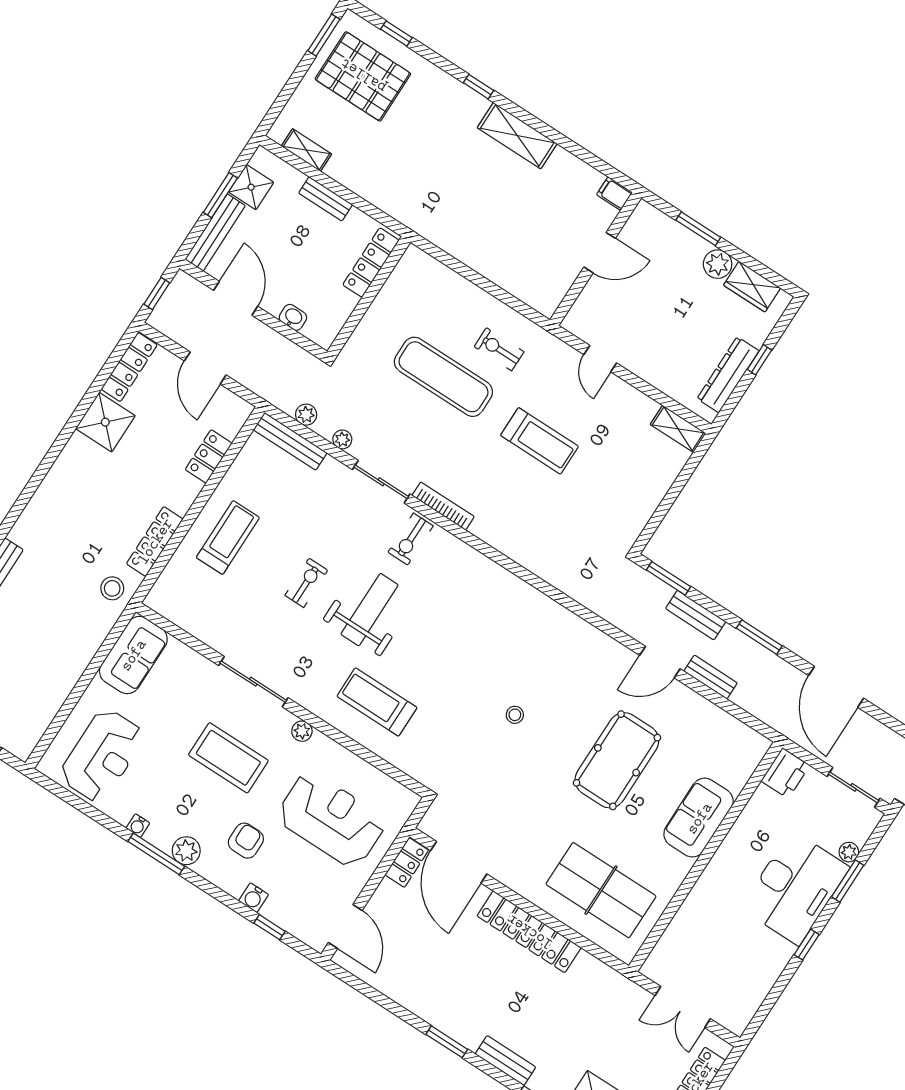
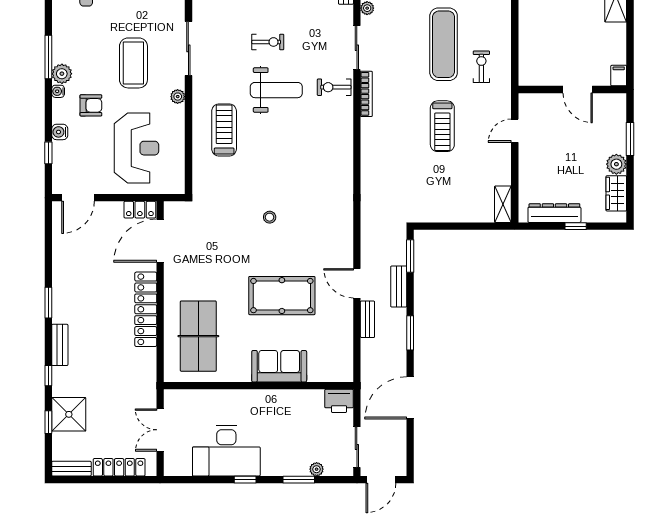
water cooler: (138, 826) -> (58, 91), moved
desk: (795, 888) -> (226, 451), moved

